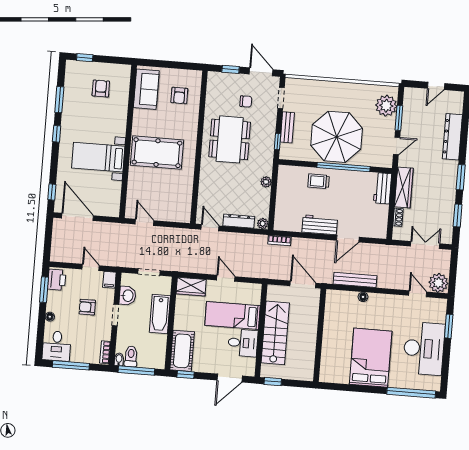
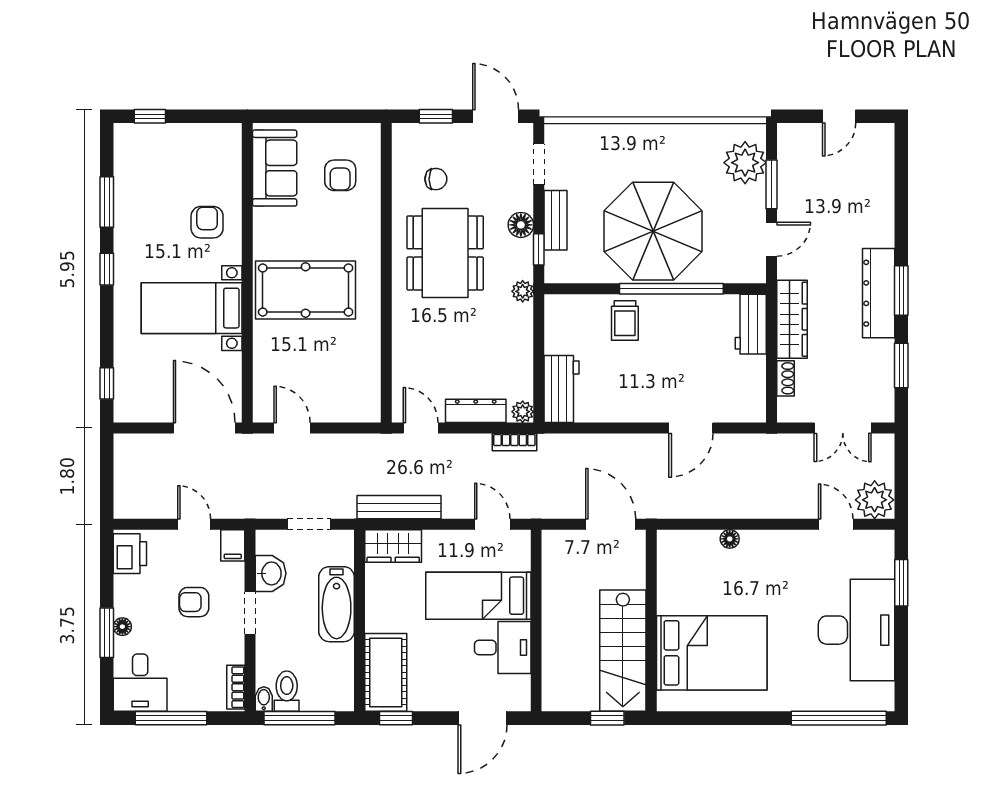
armchair: (101, 88) -> (207, 222), moved
chair: (246, 101) -> (436, 179), moved
floor lamp: (269, 128) -> (521, 225), added
dresser: (452, 137) -> (879, 293), moved
trolley: (319, 181) -> (625, 321), turned -90
plant: (266, 182) -> (523, 291), moved
door: (78, 217) -> (204, 428), moved
workbench: (320, 225) -> (562, 389), moved, turned 90
bookcase: (279, 240) -> (514, 442), moved
double door: (425, 245) -> (843, 428), swing flipped
door: (226, 278) -> (492, 524), moved
bench: (355, 280) -> (399, 507), moved
window: (44, 290) -> (107, 633), moved
stairs: (275, 333) -> (623, 651), moved, turned 180
bed: (371, 358) -> (712, 653), moved, turned 90
window: (273, 382) -> (607, 718), moved

